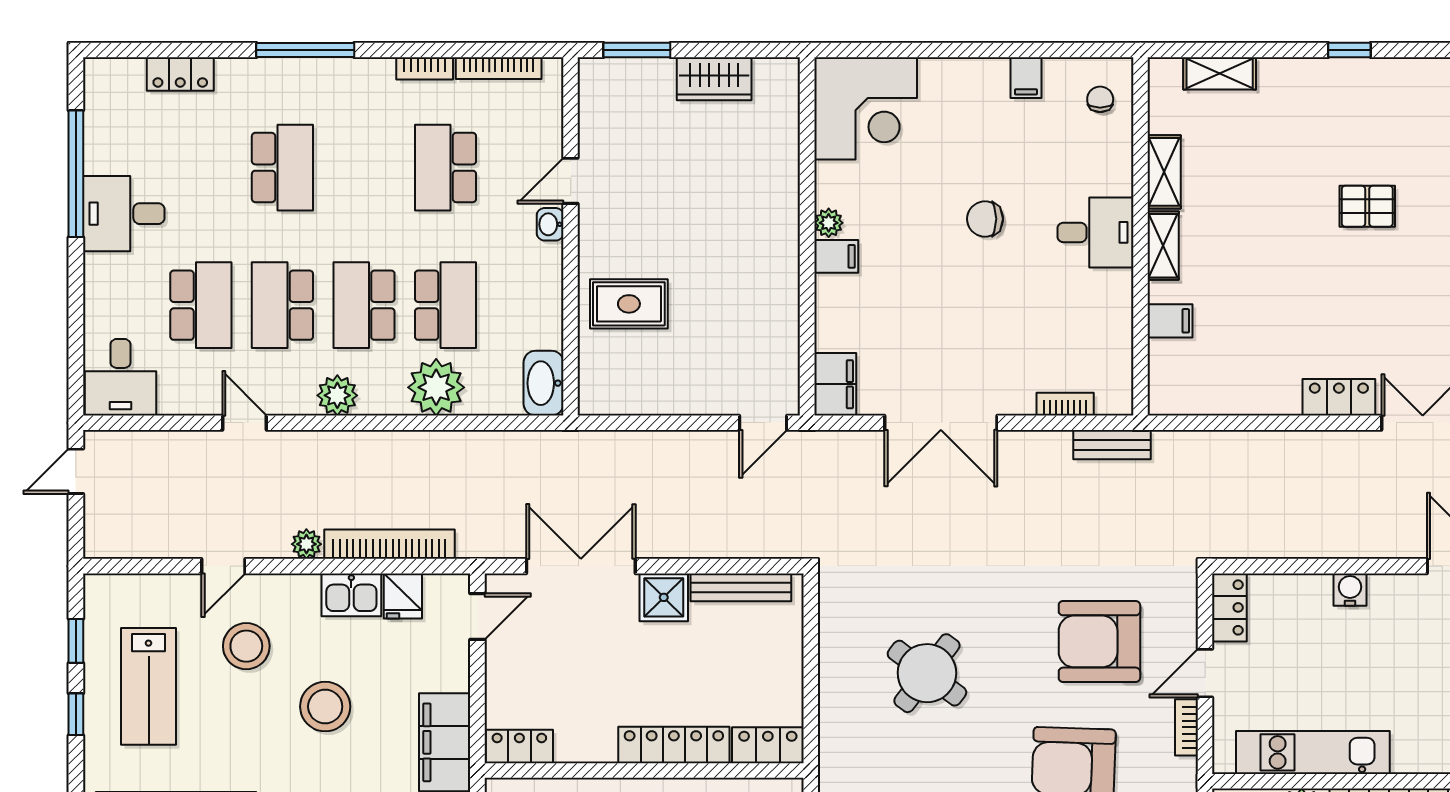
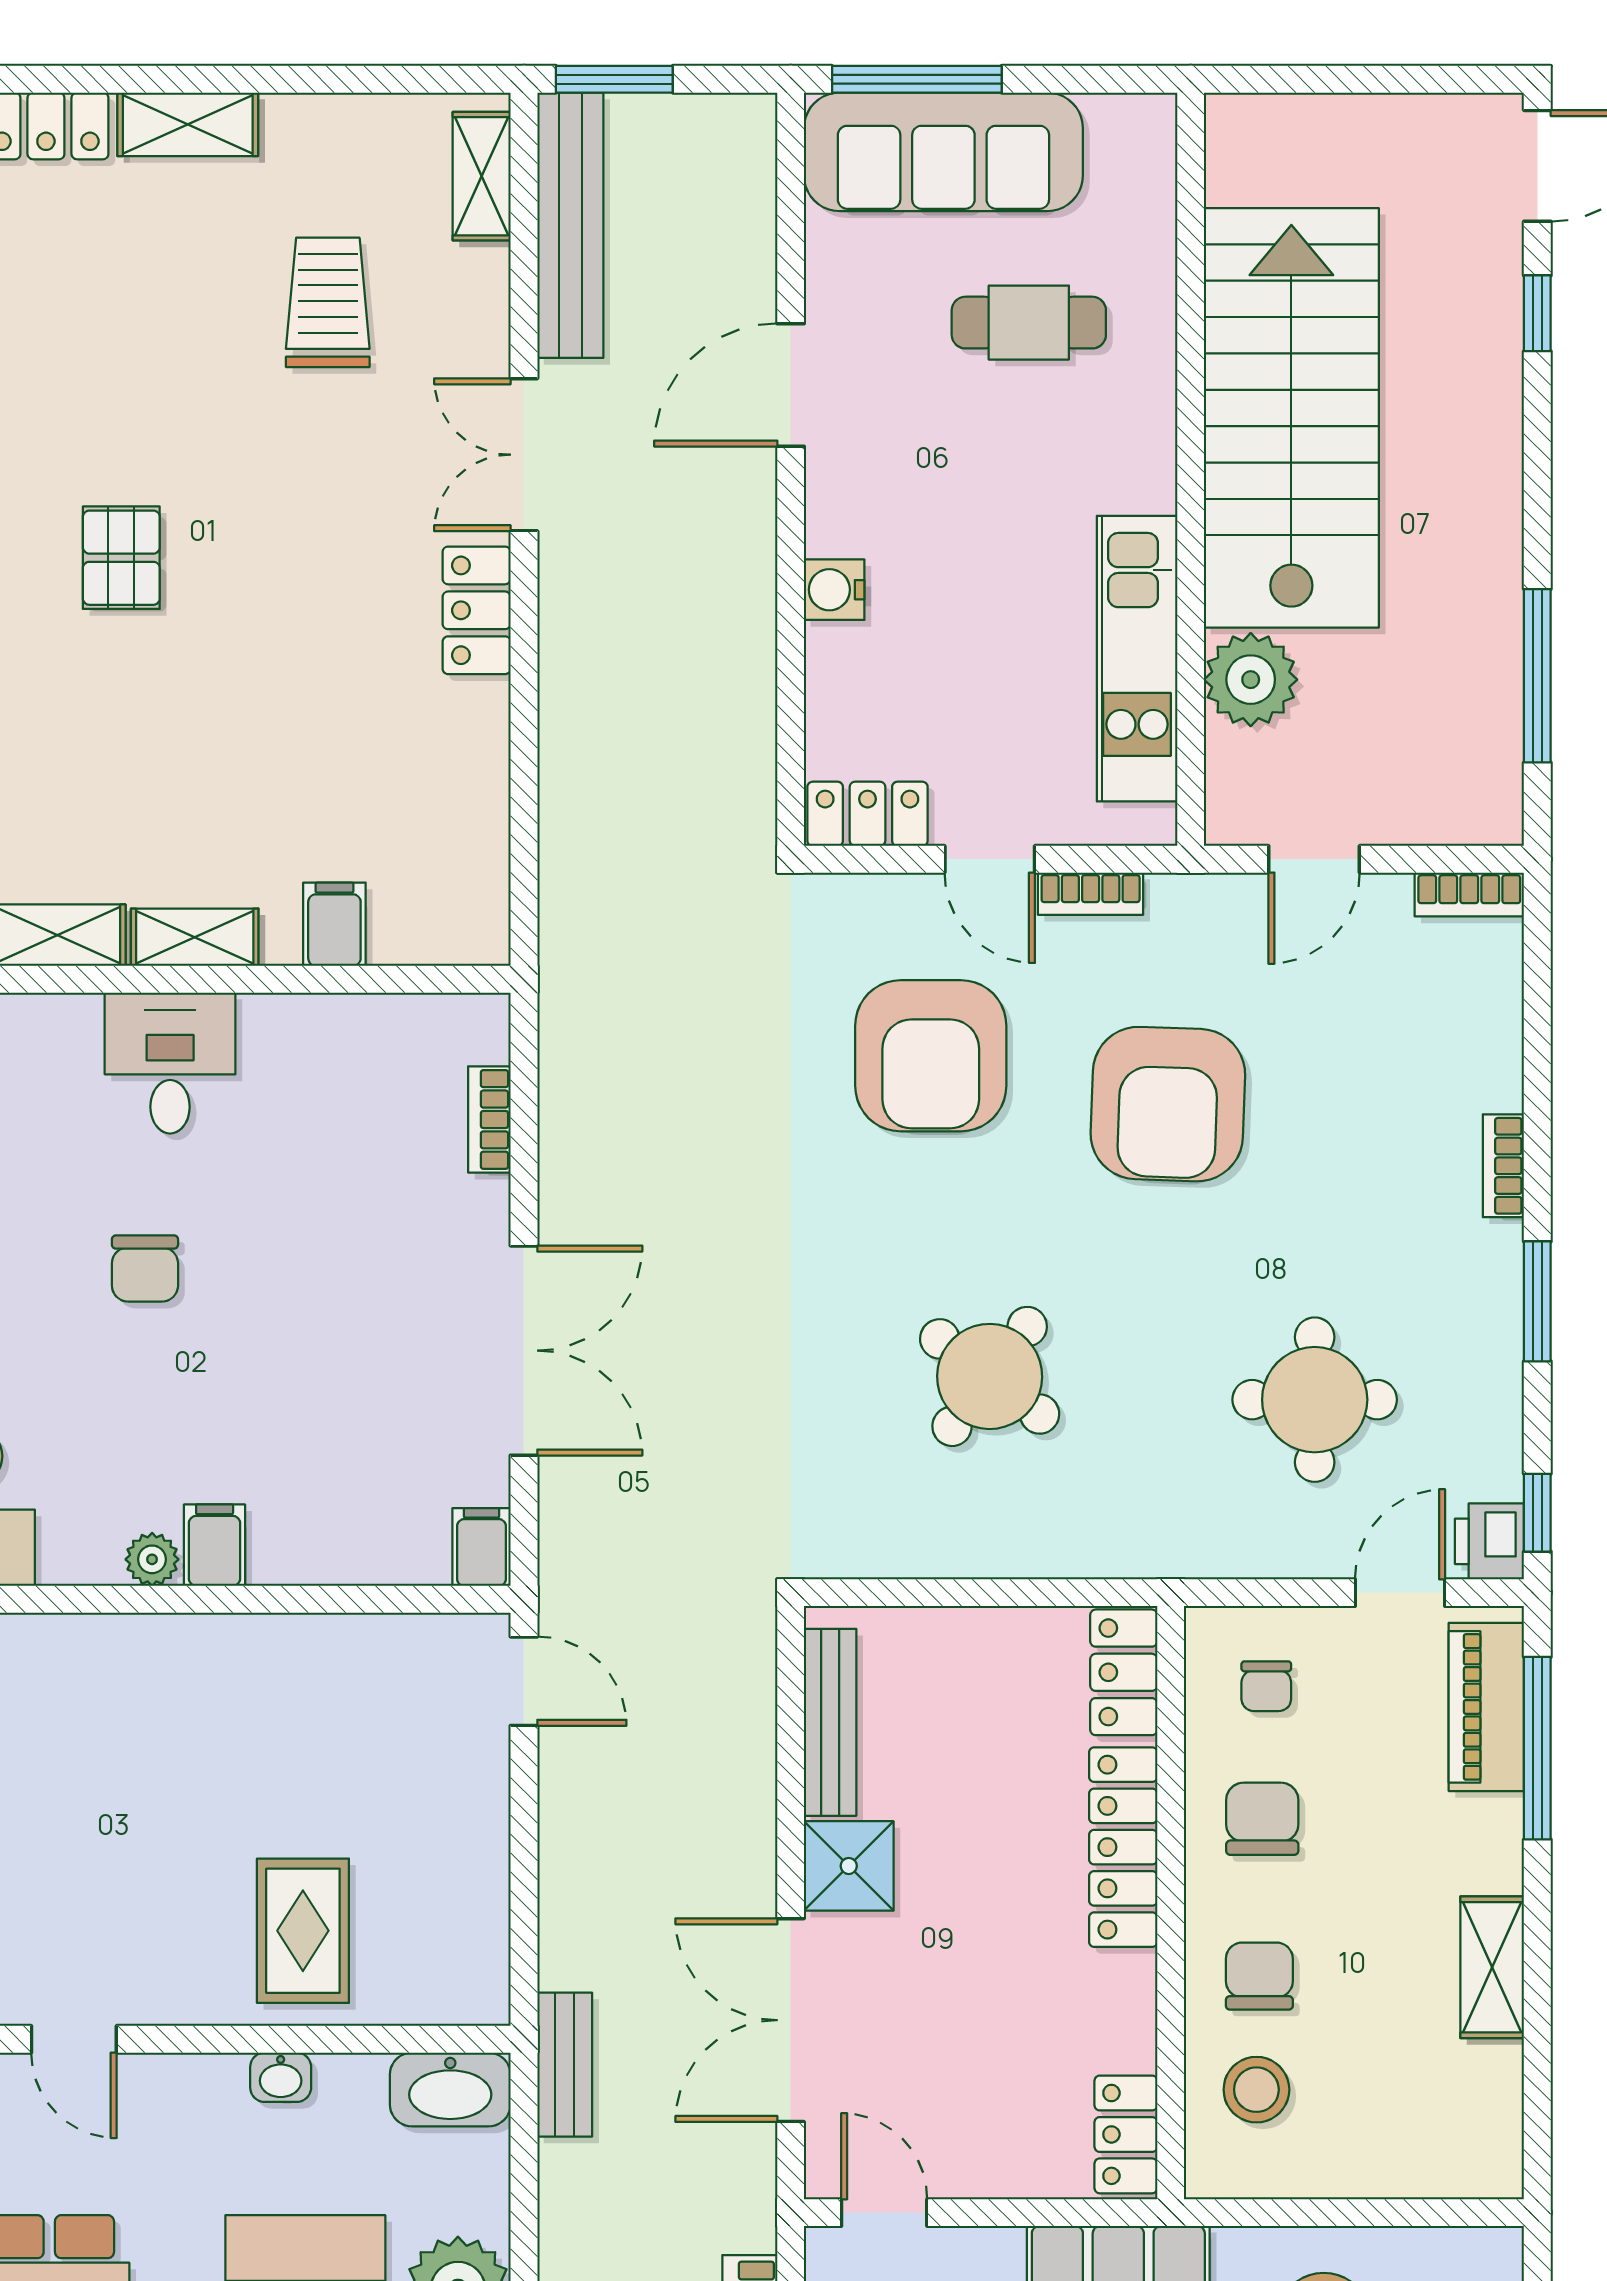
washbasin: (550, 224) -> (281, 2077), moved
filing cabinet: (835, 384) -> (481, 1547), width x0.50
bench: (1112, 445) -> (565, 2065), moved

